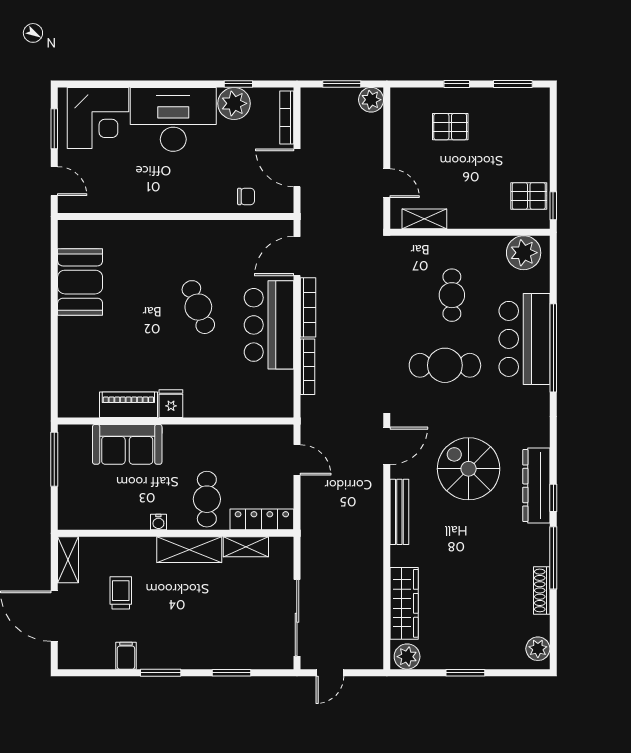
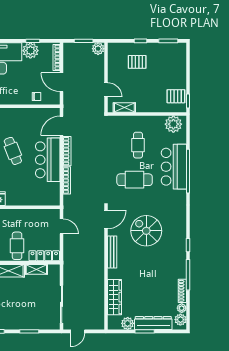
dresser: (536, 486) -> (153, 323), moved, turned 90
plant: (540, 626) -> (182, 308), added
plant: (407, 657) -> (128, 323), moved

